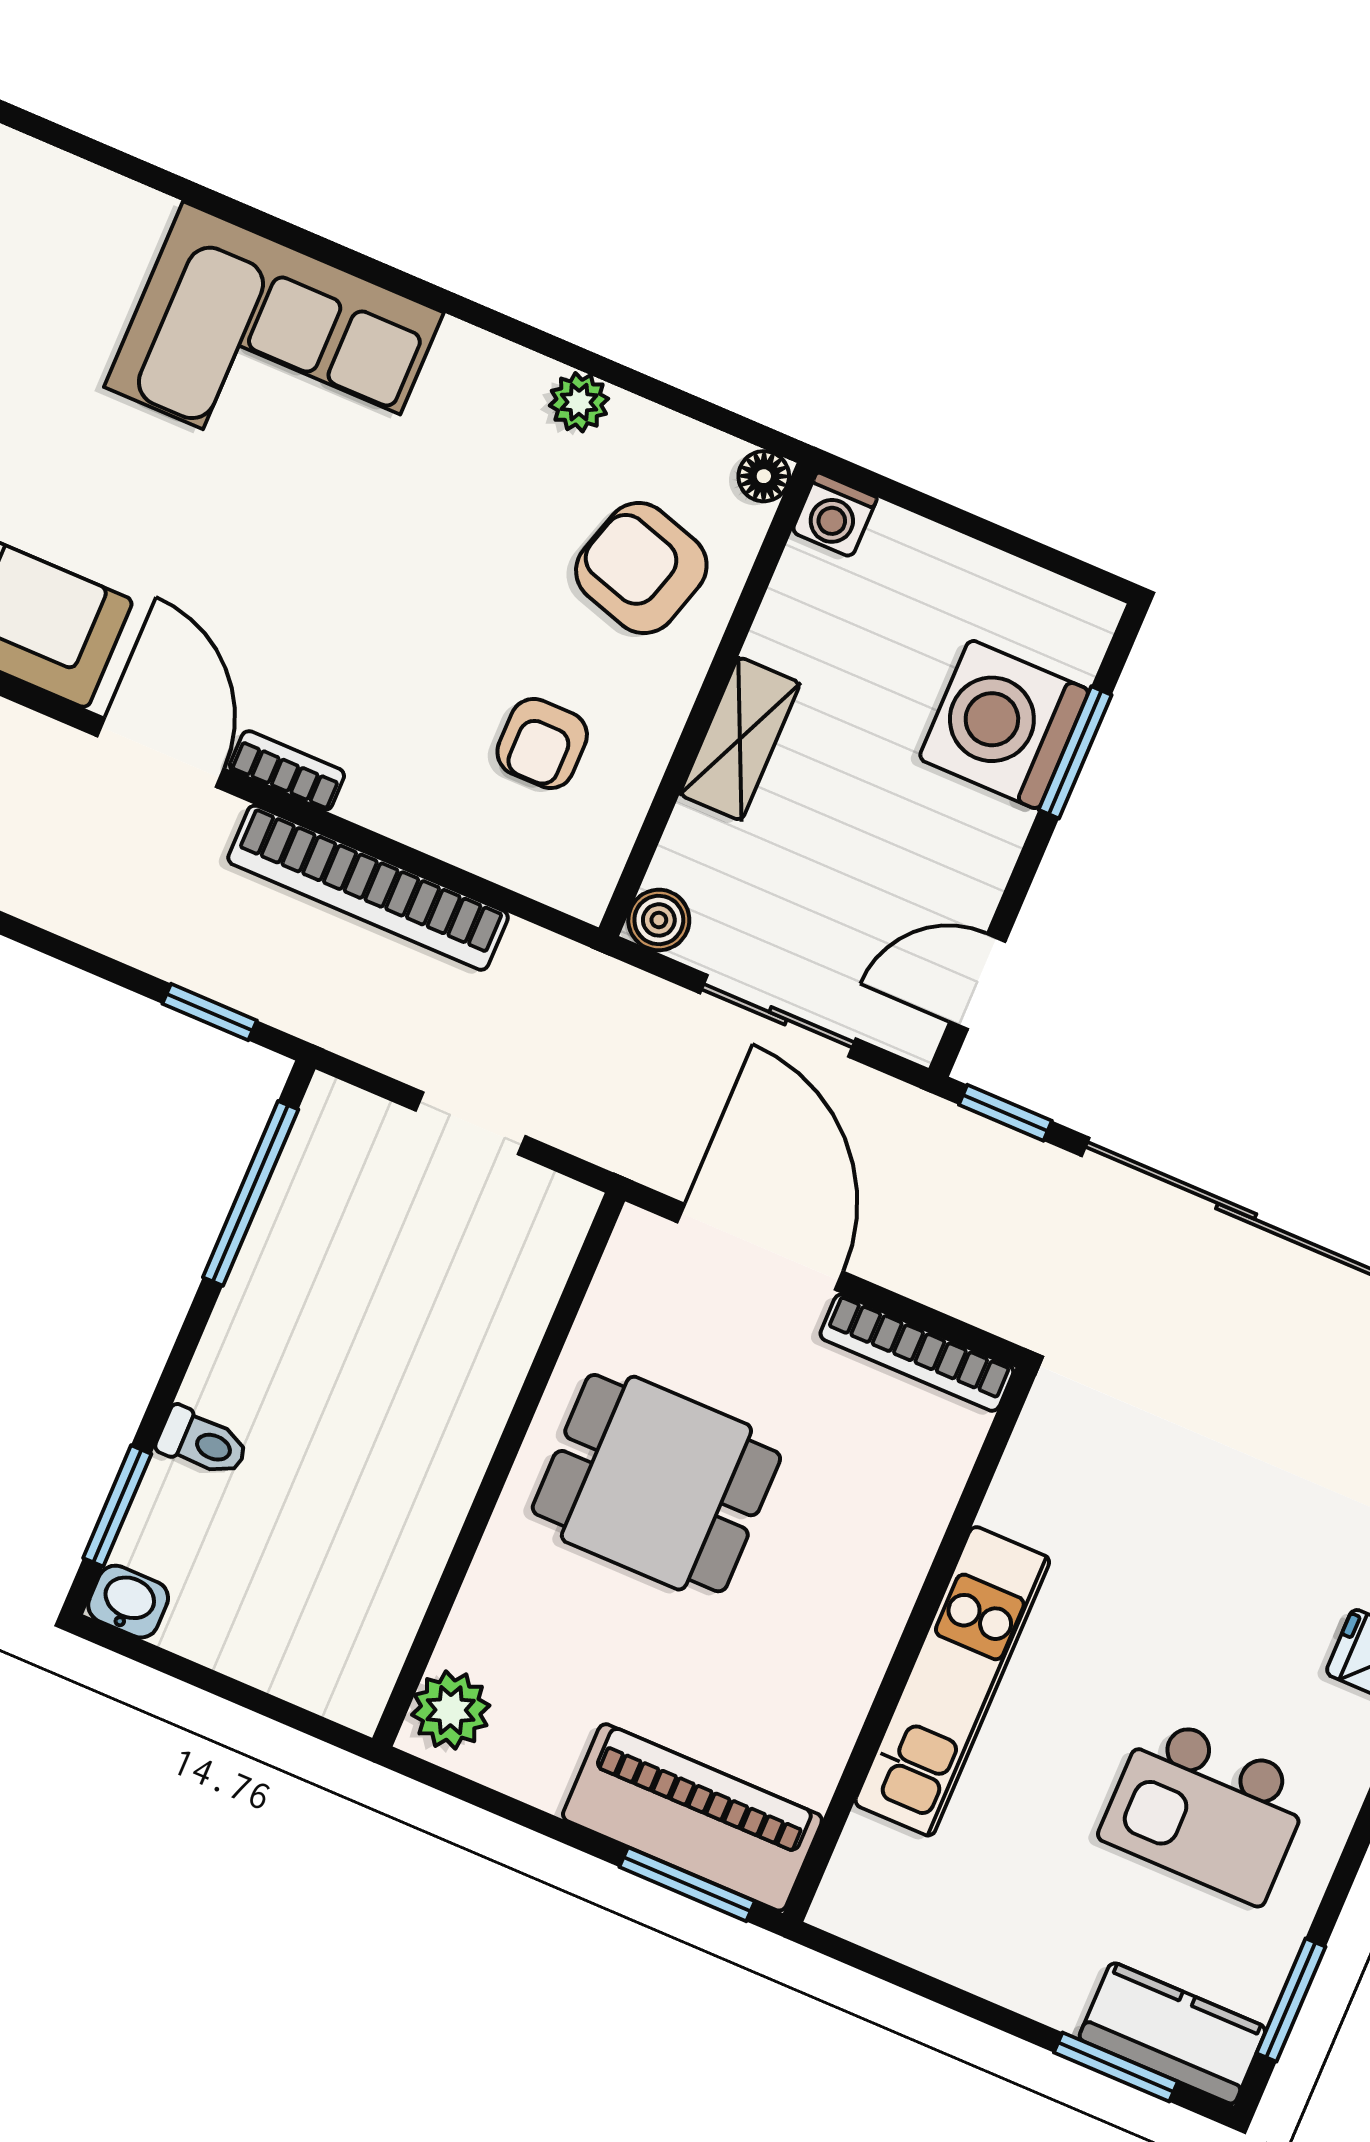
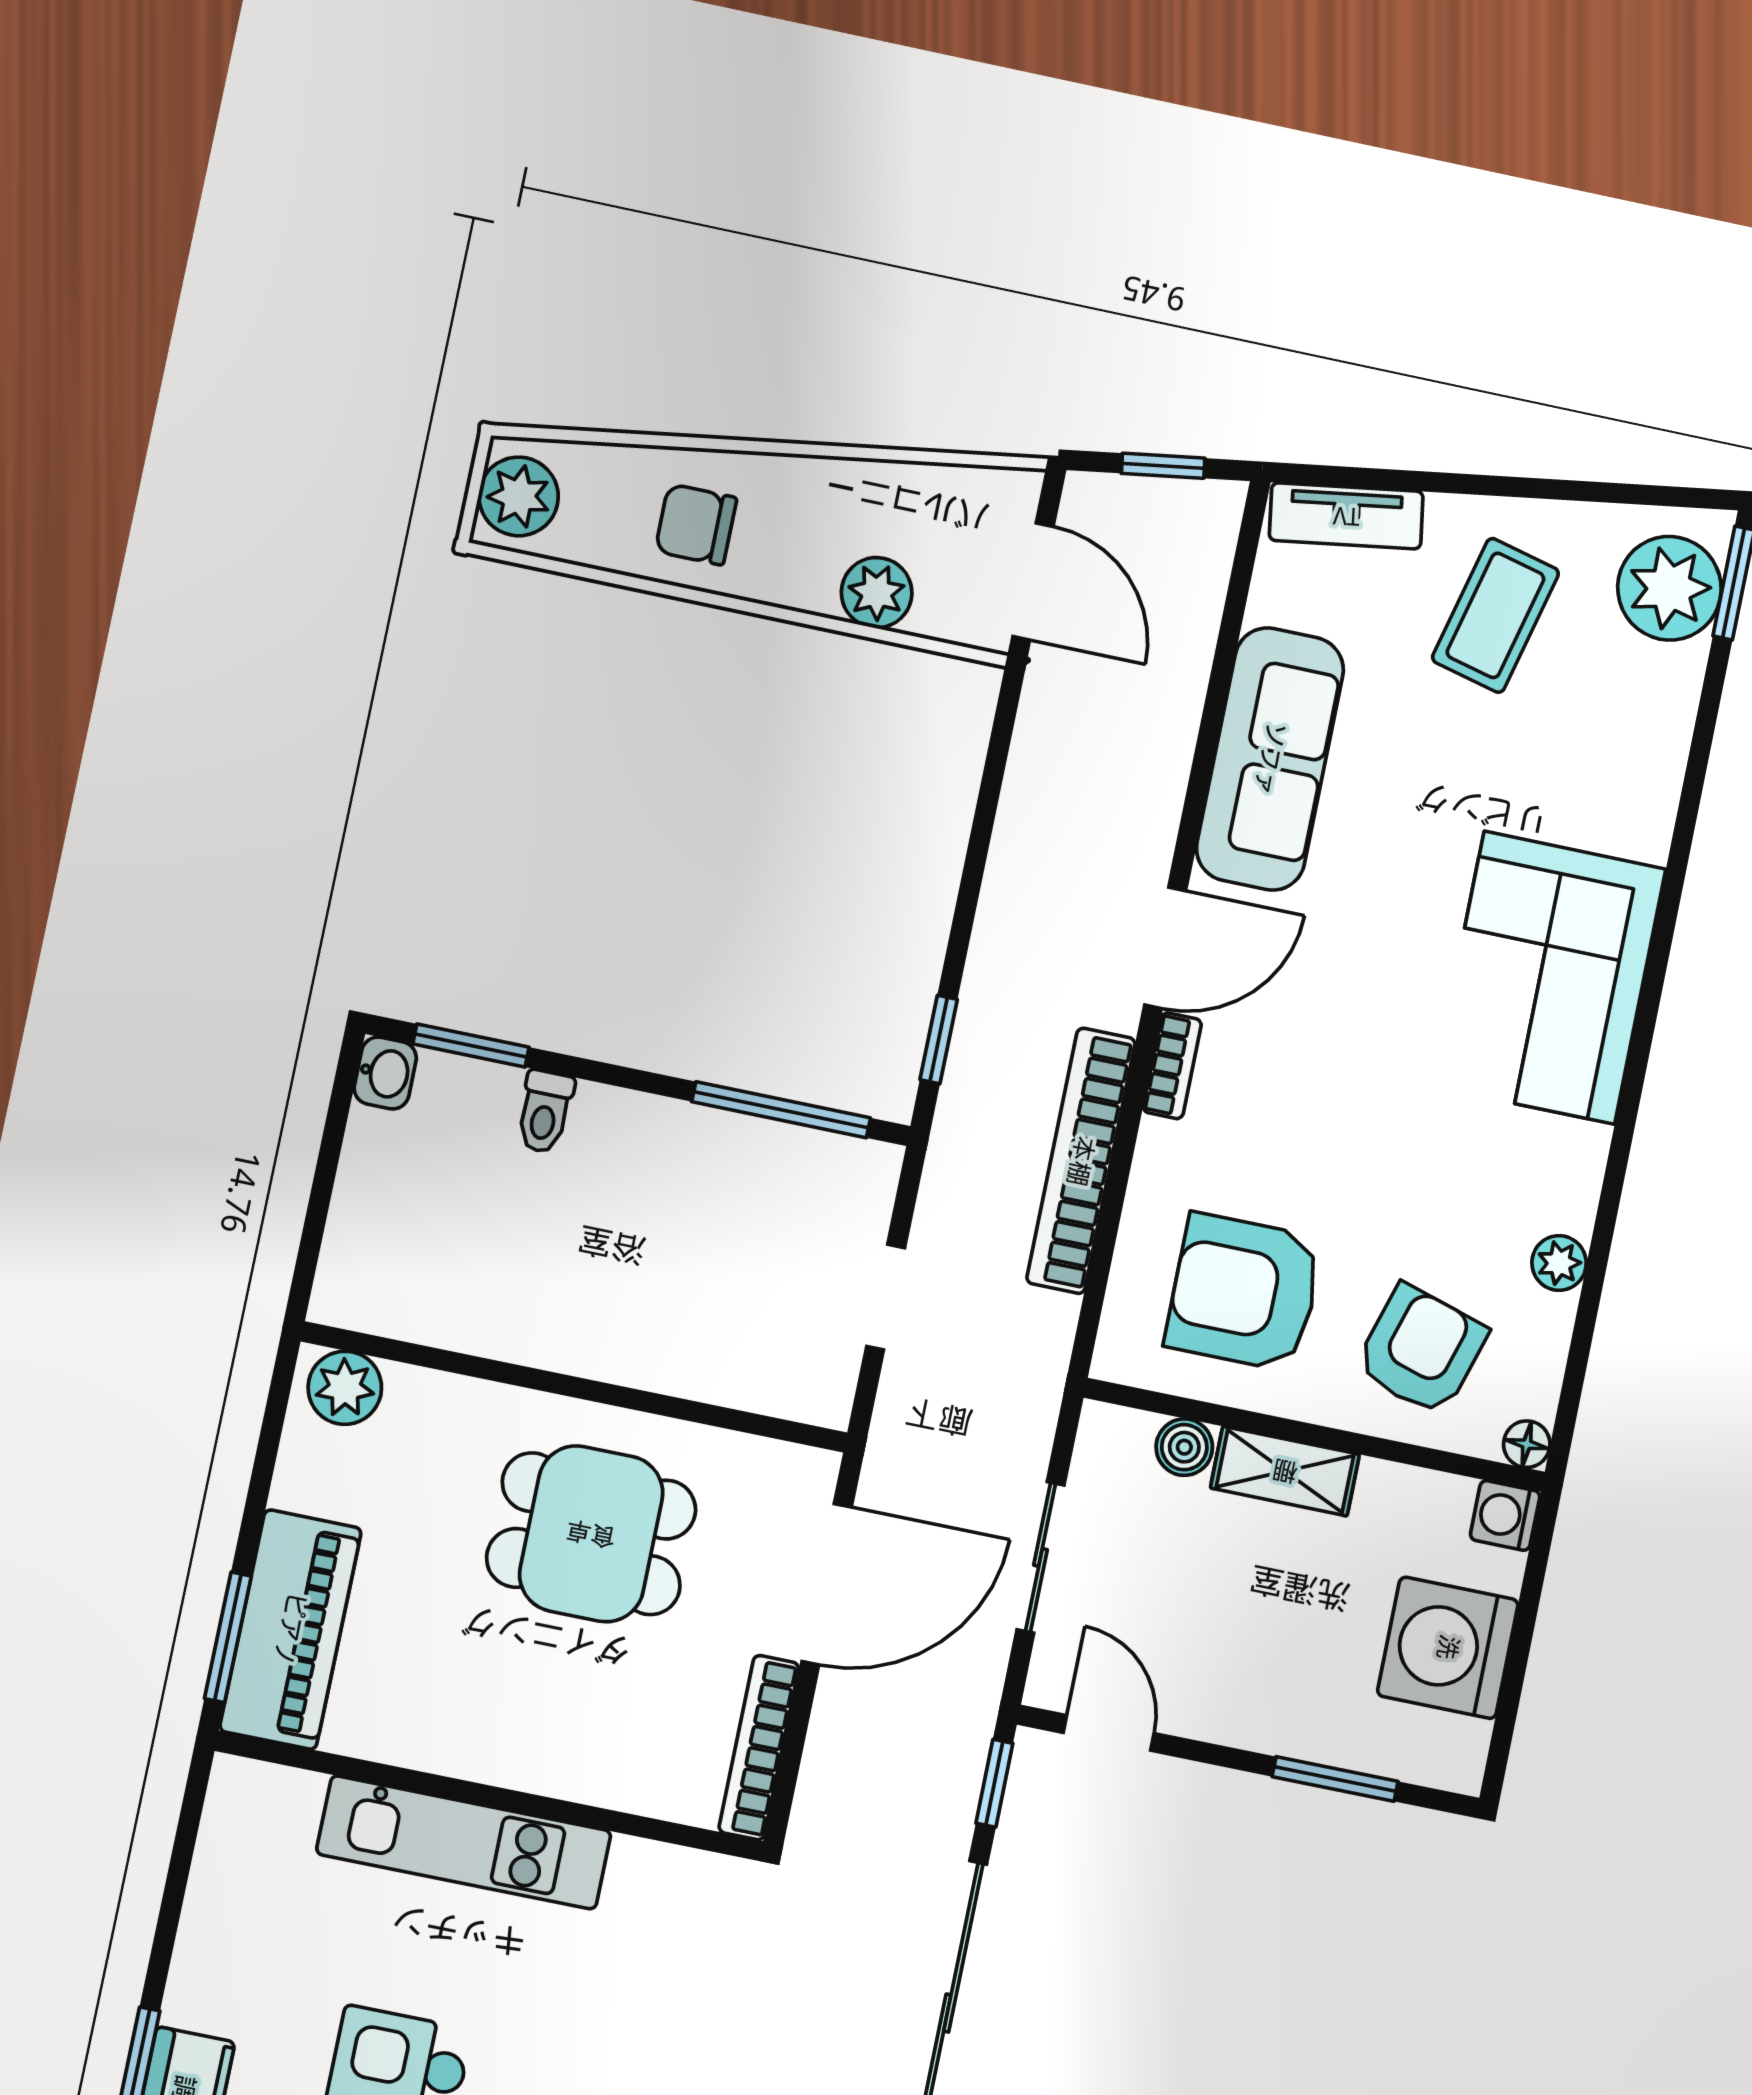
washing machine: (1004, 724) -> (1448, 1648), moved, turned -90
armchair: (542, 743) -> (1244, 1292), width x1.88, depth x1.88
boiler: (659, 920) -> (1184, 1447), moved
dining table: (656, 1483) -> (591, 1534), turned 90

